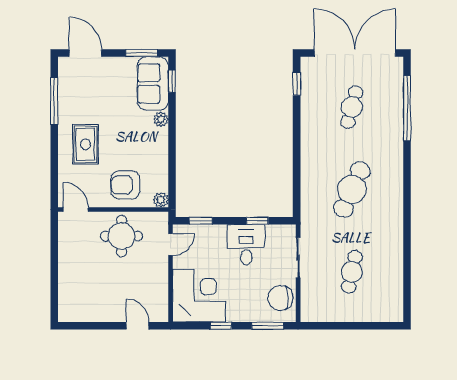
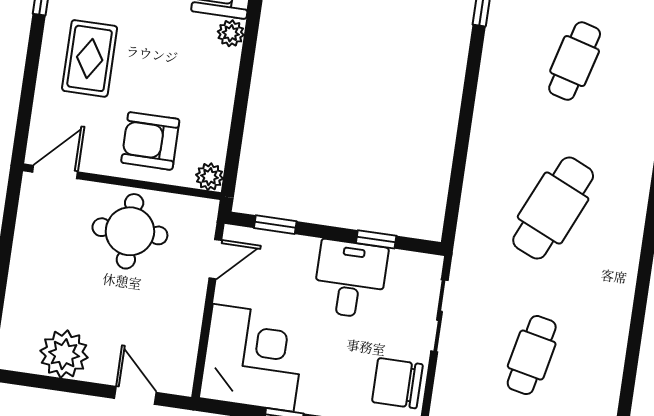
door: (76, 209) -> (55, 172), hinge flipped
plant: (95, 309) -> (64, 354), added

